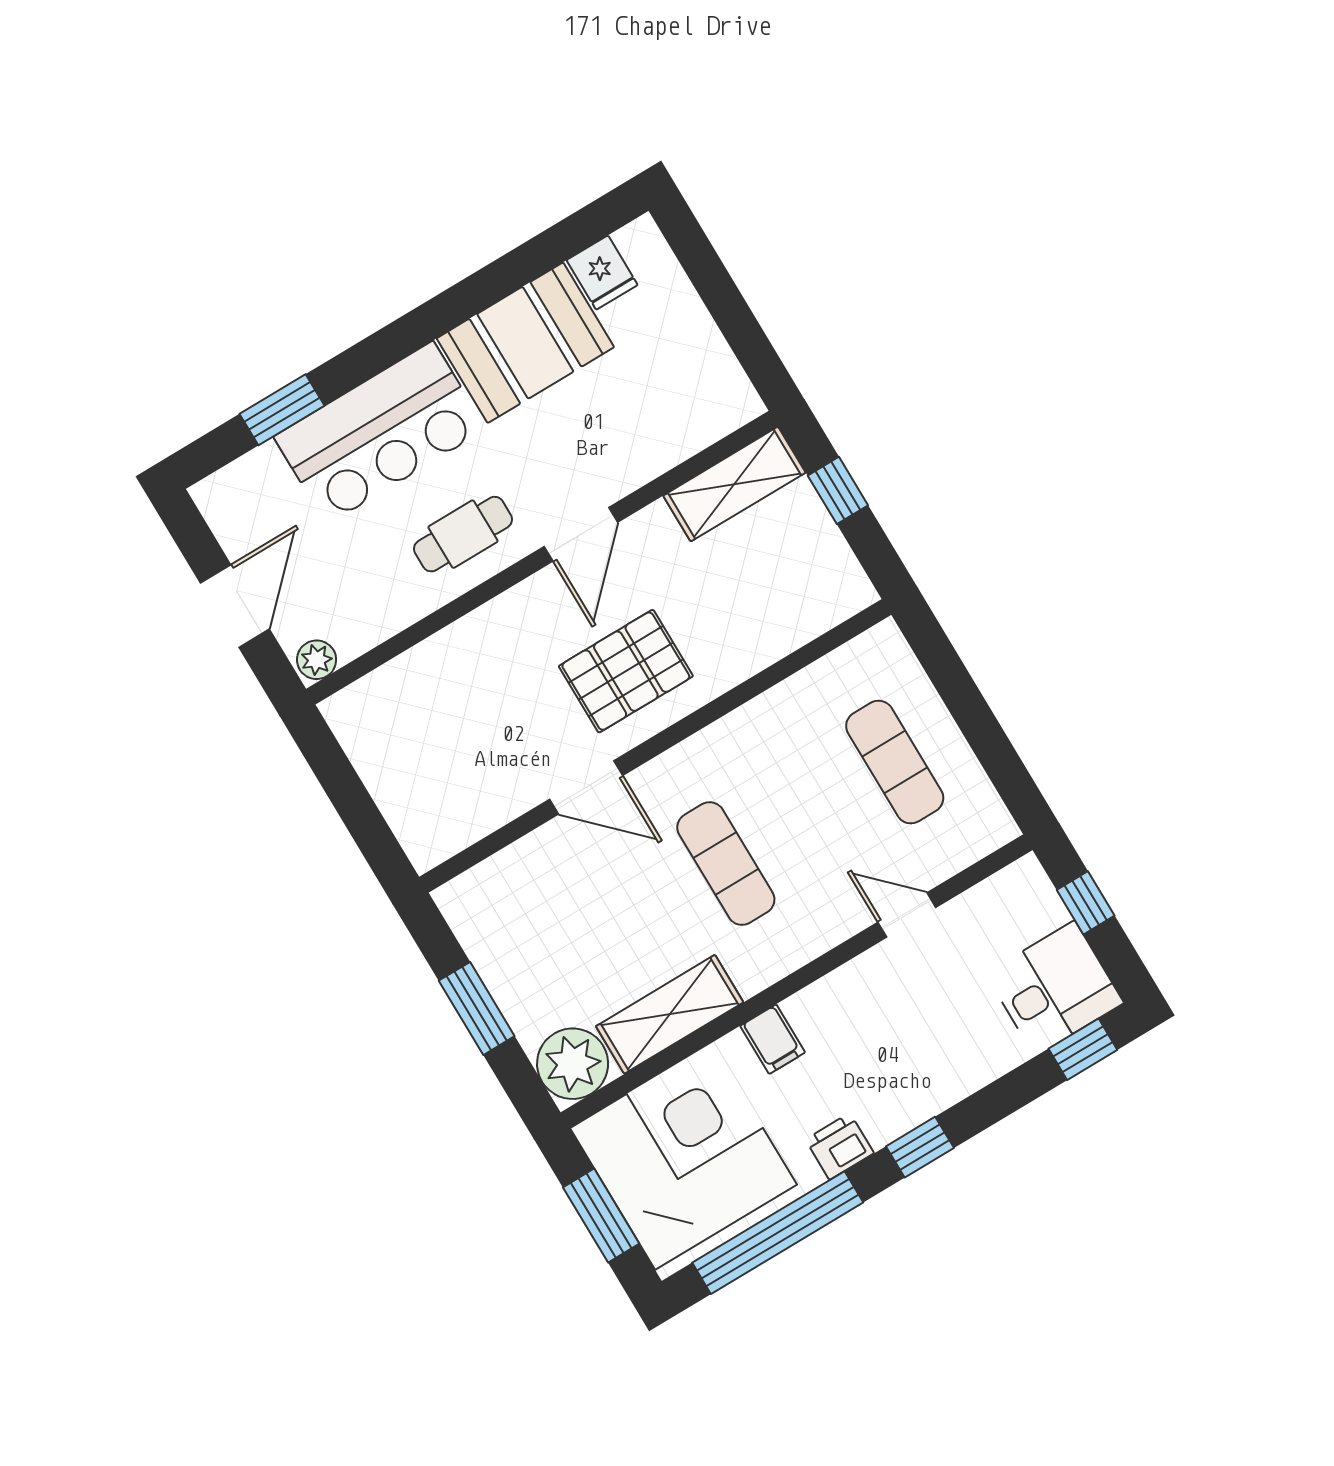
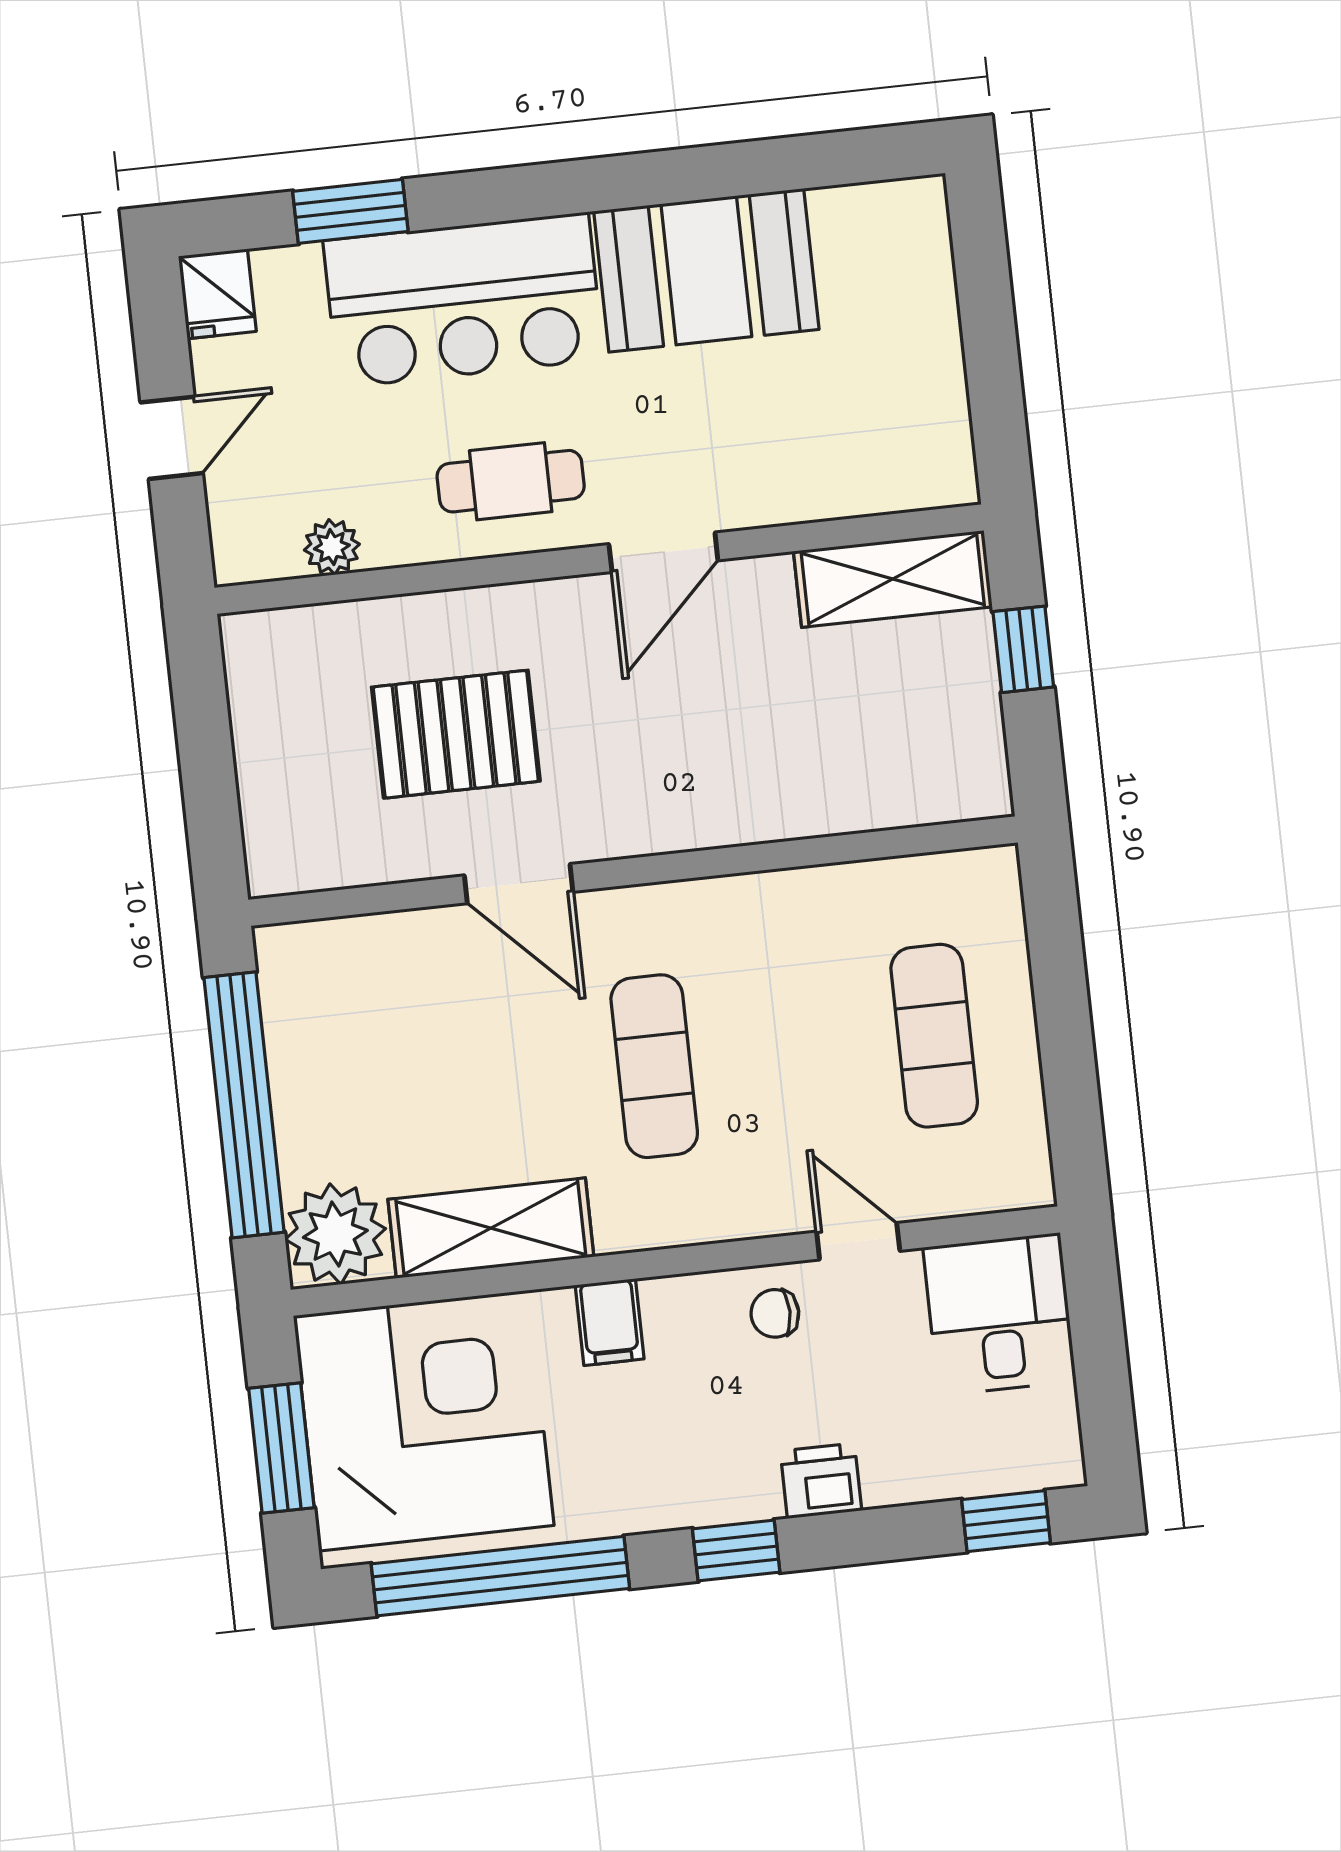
fridge: (602, 273) -> (217, 294), moved
door: (235, 606) -> (172, 438), width x0.73
plant: (317, 660) -> (332, 547), moved
pallet: (626, 671) -> (456, 734), moved
window: (1086, 903) -> (1098, 1333), removed
chair: (875, 985) -> (775, 1313), added
desk: (1055, 988) -> (999, 1314), moved, turned -90
window: (477, 1008) -> (244, 1105), width x2.11
printer: (840, 1146) -> (821, 1481), moved

